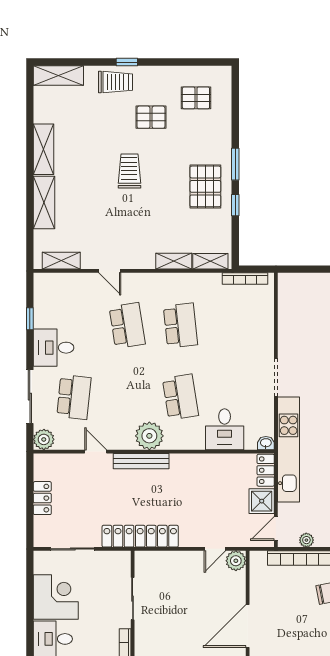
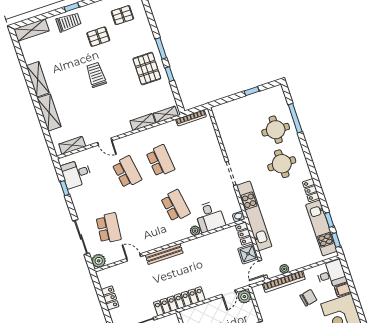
desk: (54, 348) -> (76, 174), moved
plant: (149, 436) -> (195, 231), moved, width x0.53, depth x0.53

